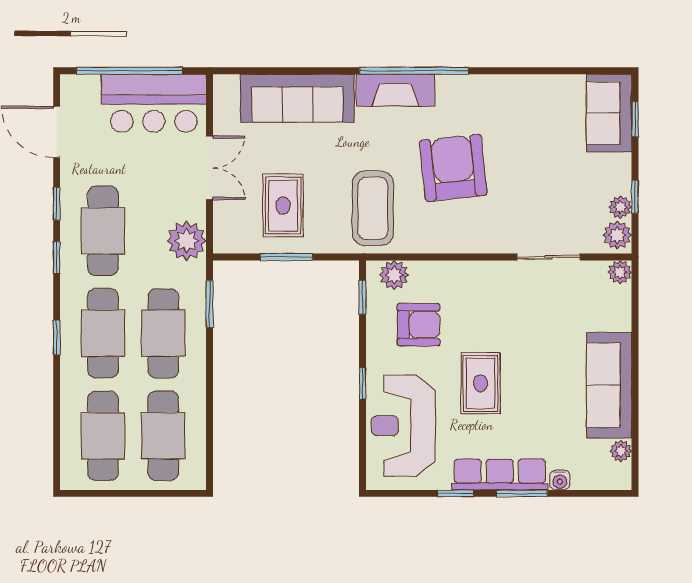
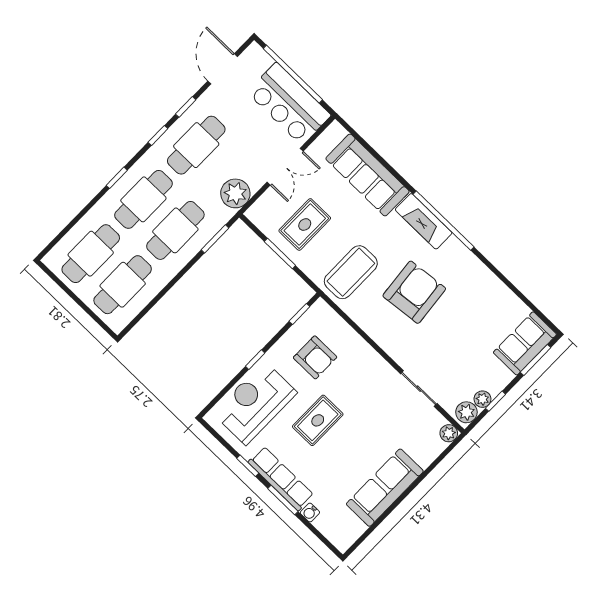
window: (635, 119) -> (536, 360), width x1.50
plant: (394, 275) -> (328, 318), removed
plant: (621, 451) -> (357, 529), removed

